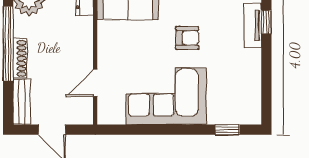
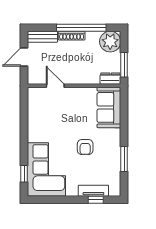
corner sofa: (166, 96) -> (46, 169), moved

